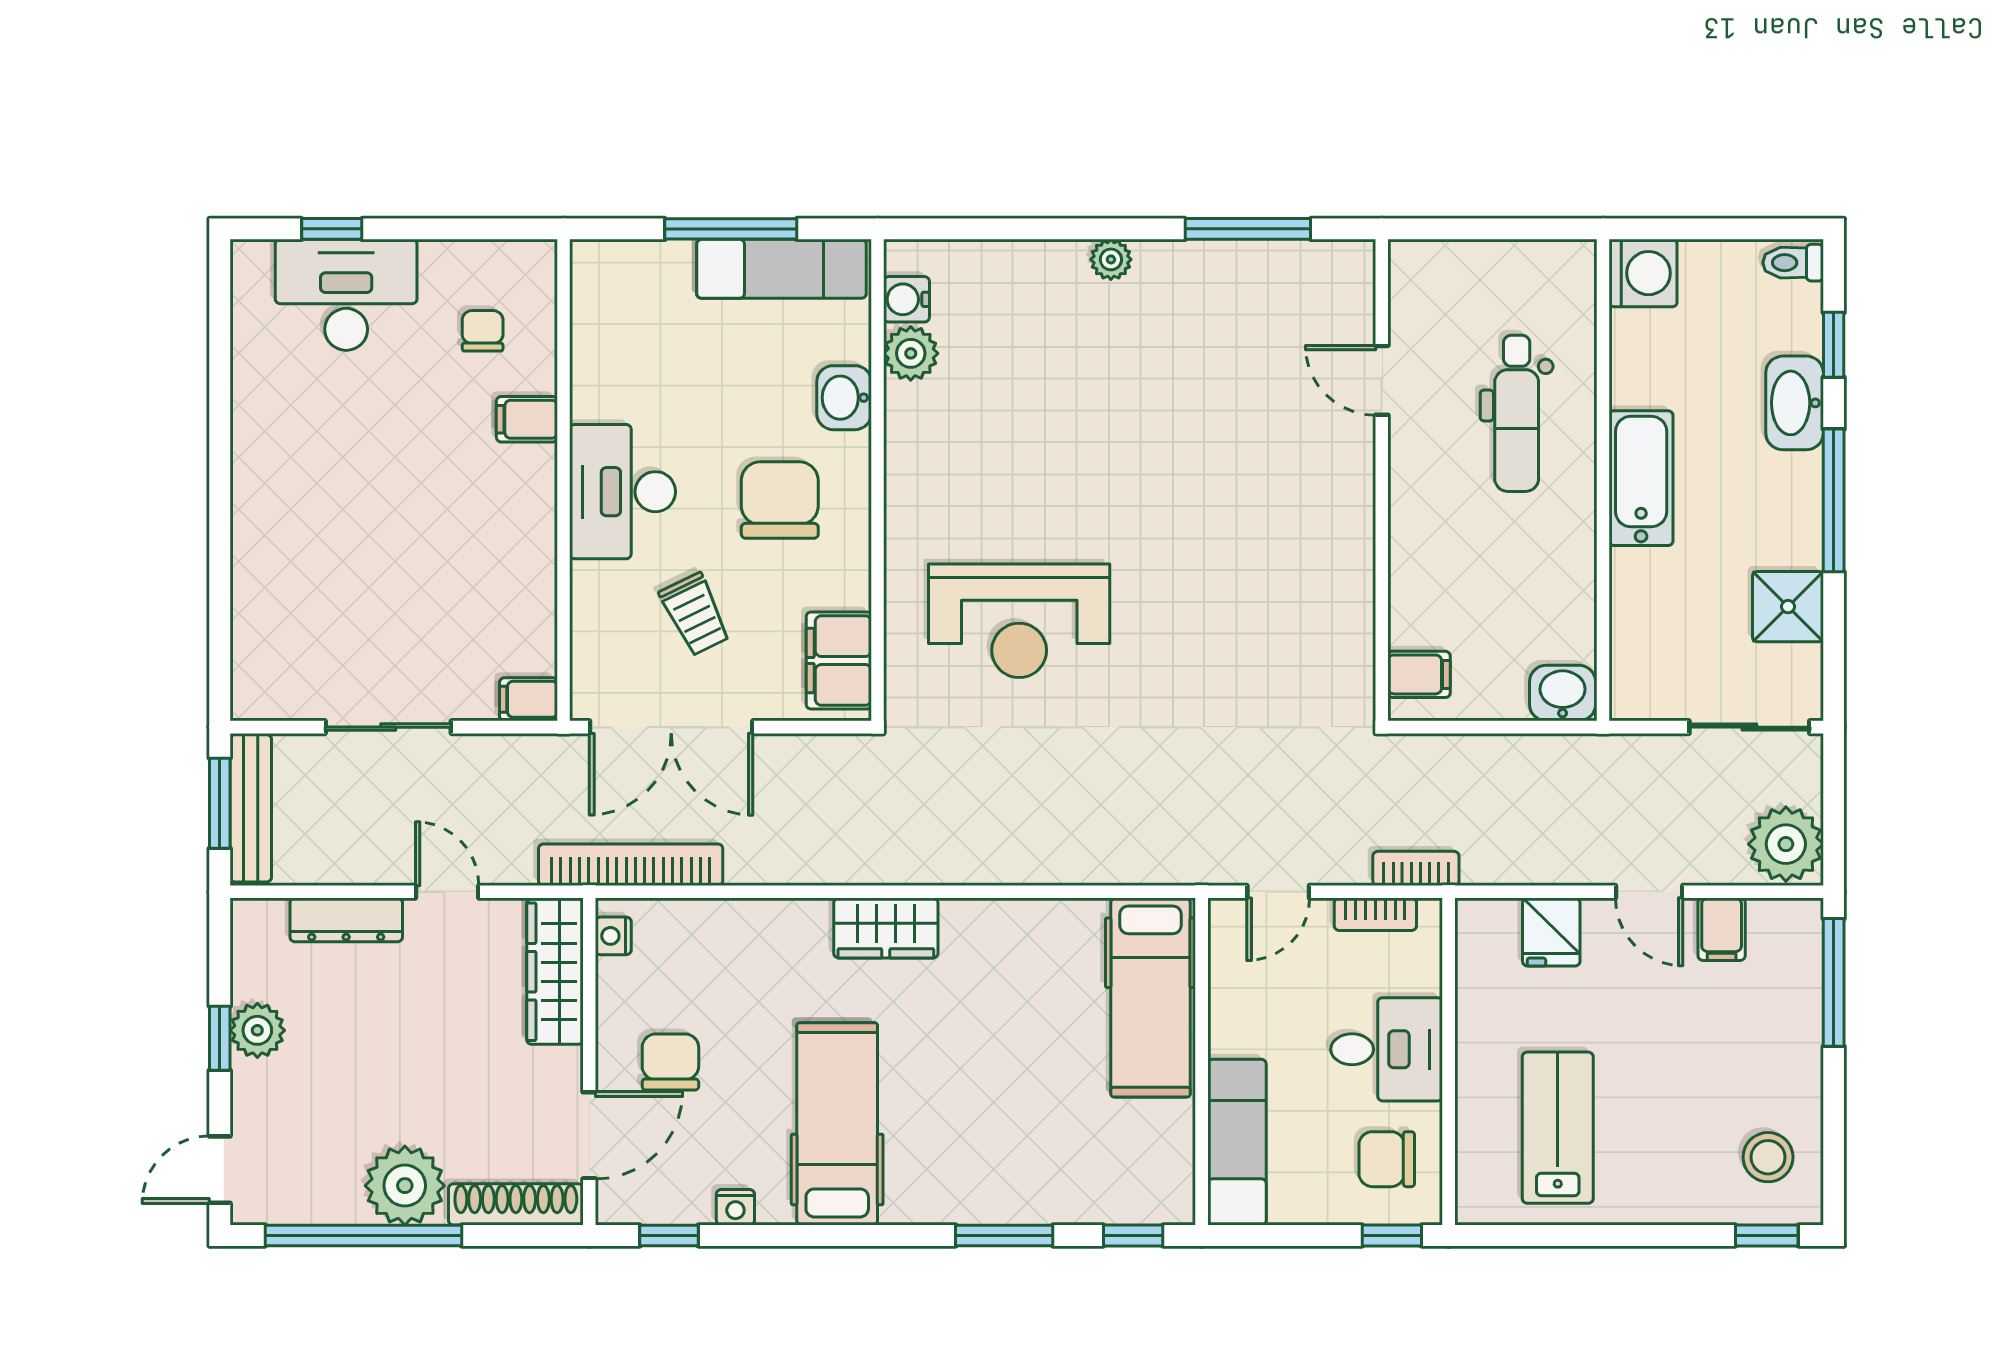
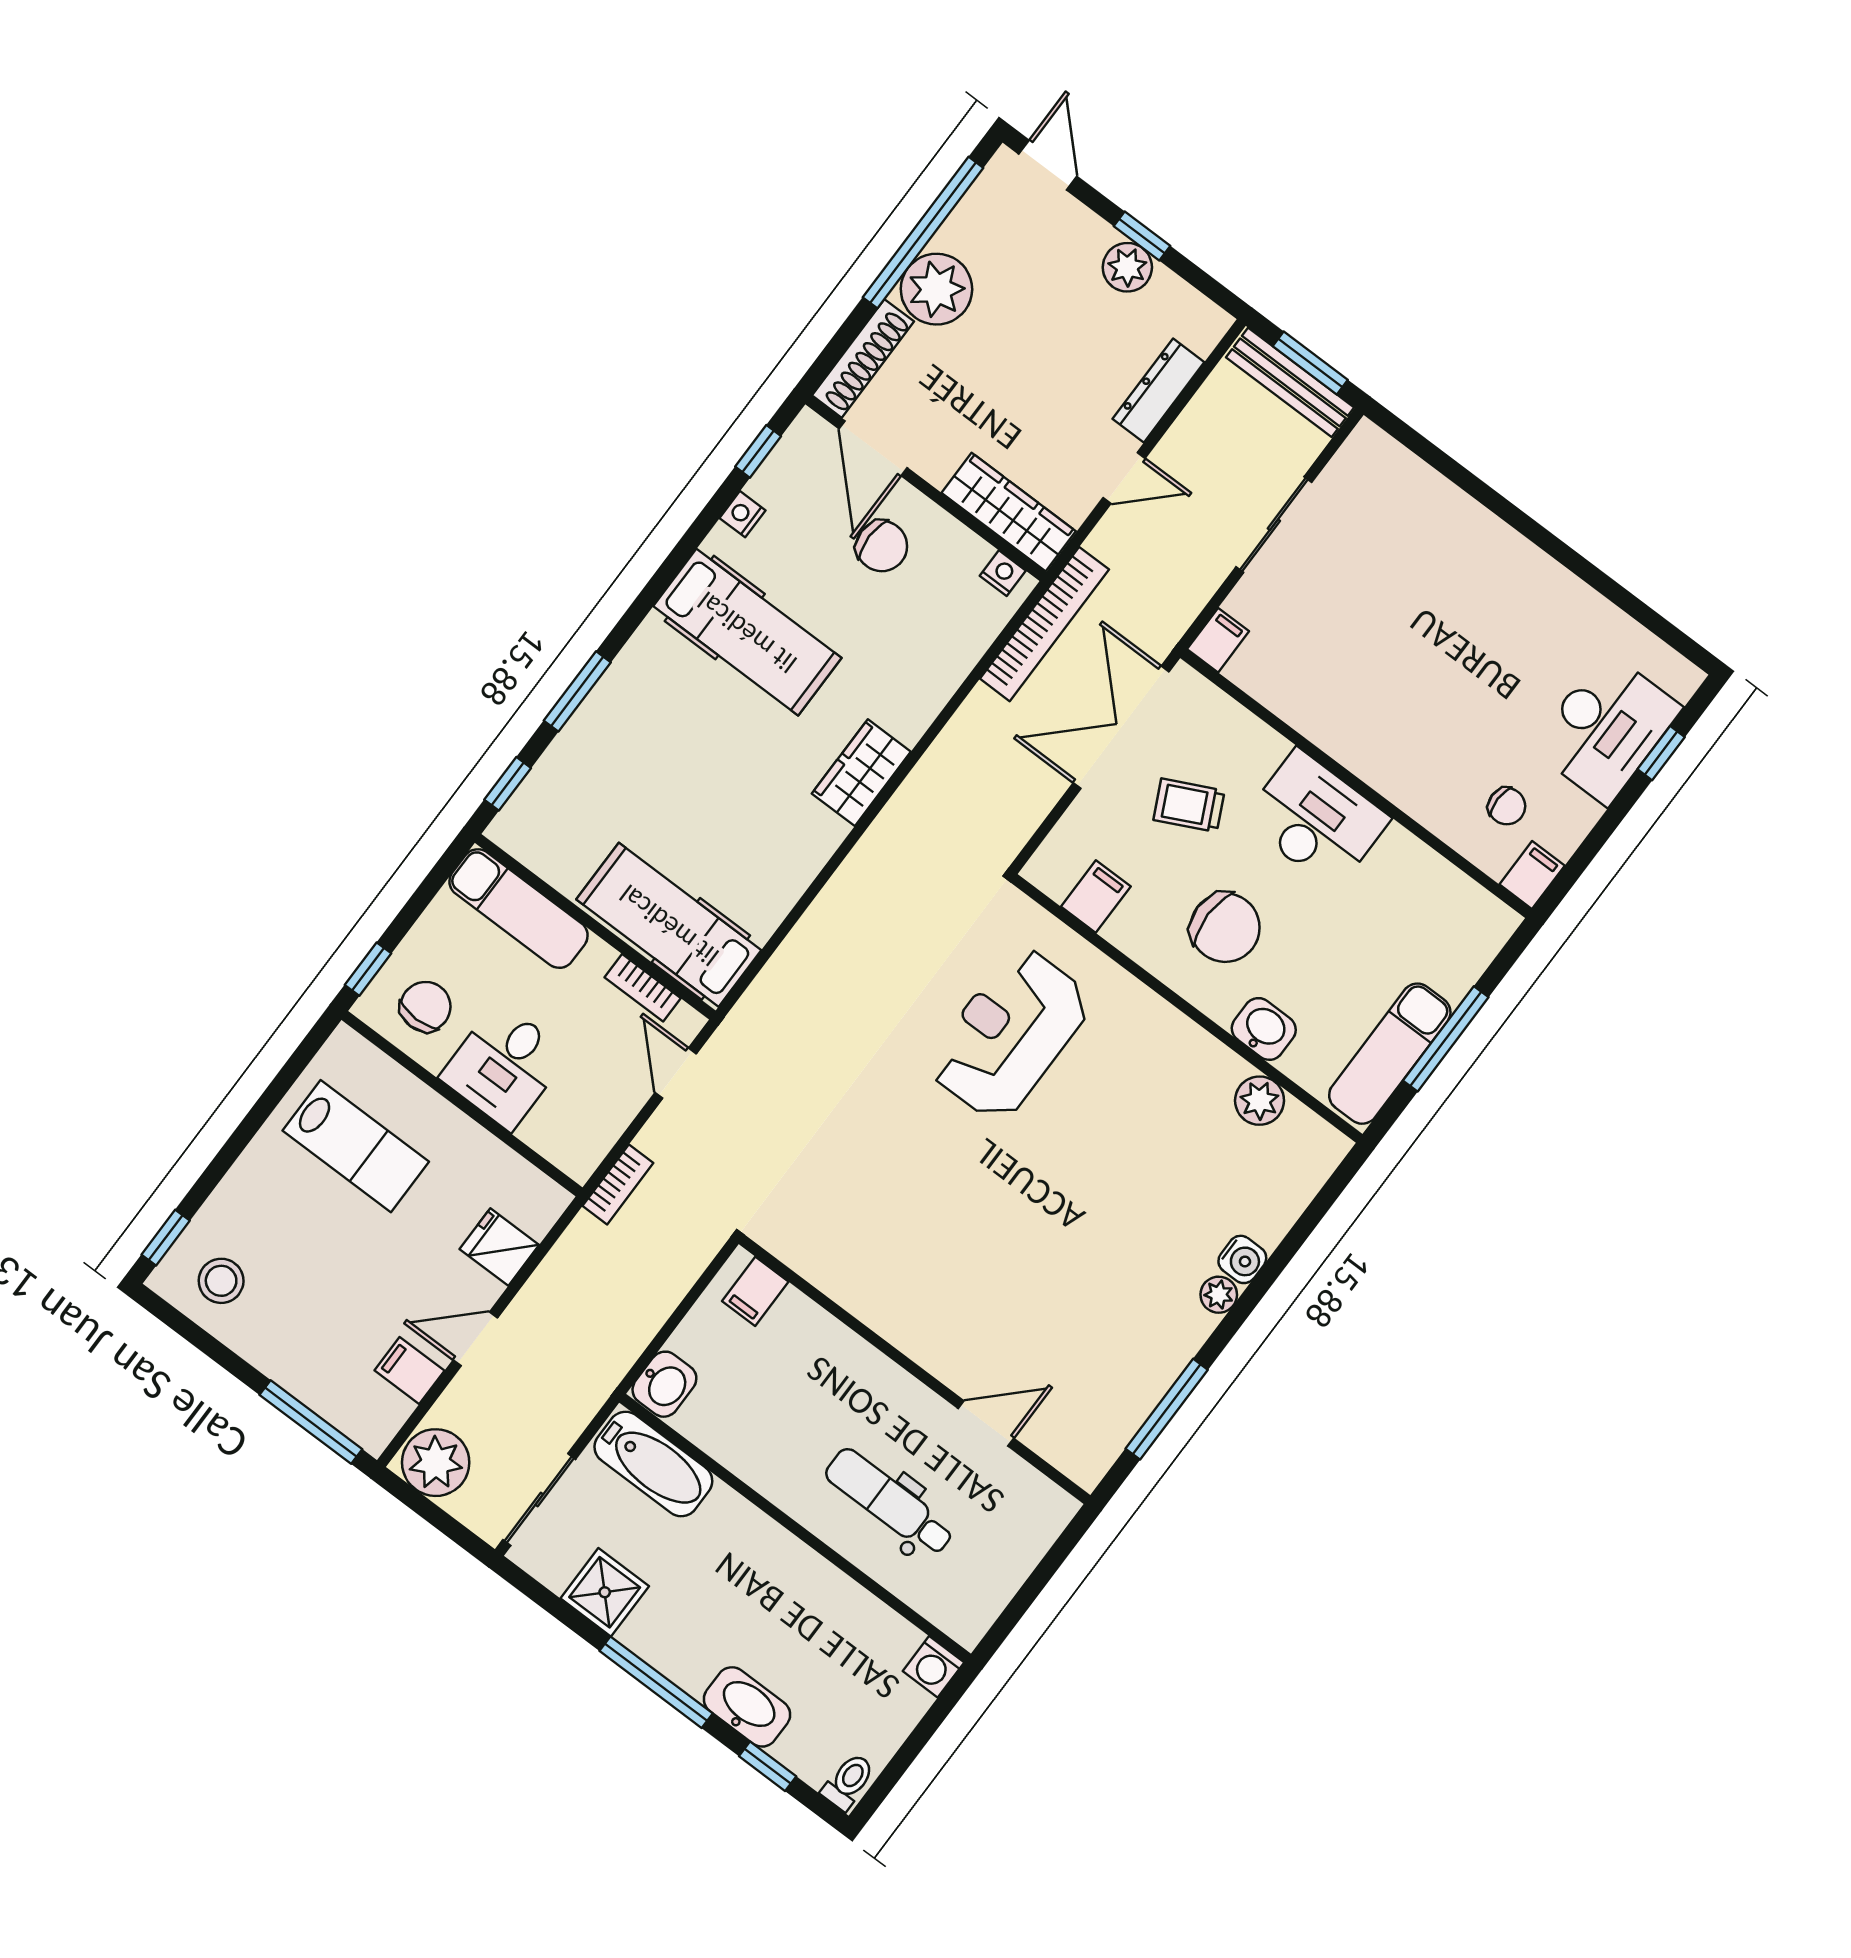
washing machine: (1643, 273) -> (933, 1667), width x0.73, depth x0.73
water cooler: (906, 299) -> (1242, 1259), moved, turned 90
filing cabinet: (527, 419) -> (1532, 875), moved
bathtub: (1641, 478) -> (653, 1464), moved
filing cabinet: (839, 660) -> (1096, 896), width x0.50
bookcase: (1375, 914) -> (643, 988), moved, turned -90

